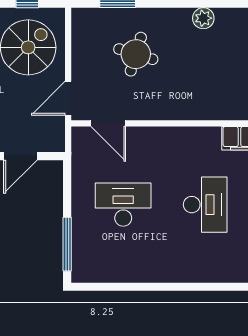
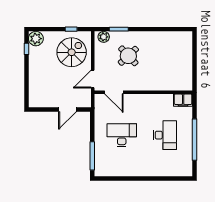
plant: (203, 18) -> (104, 37), moved
round table: (136, 54) -> (128, 56), turned 30

